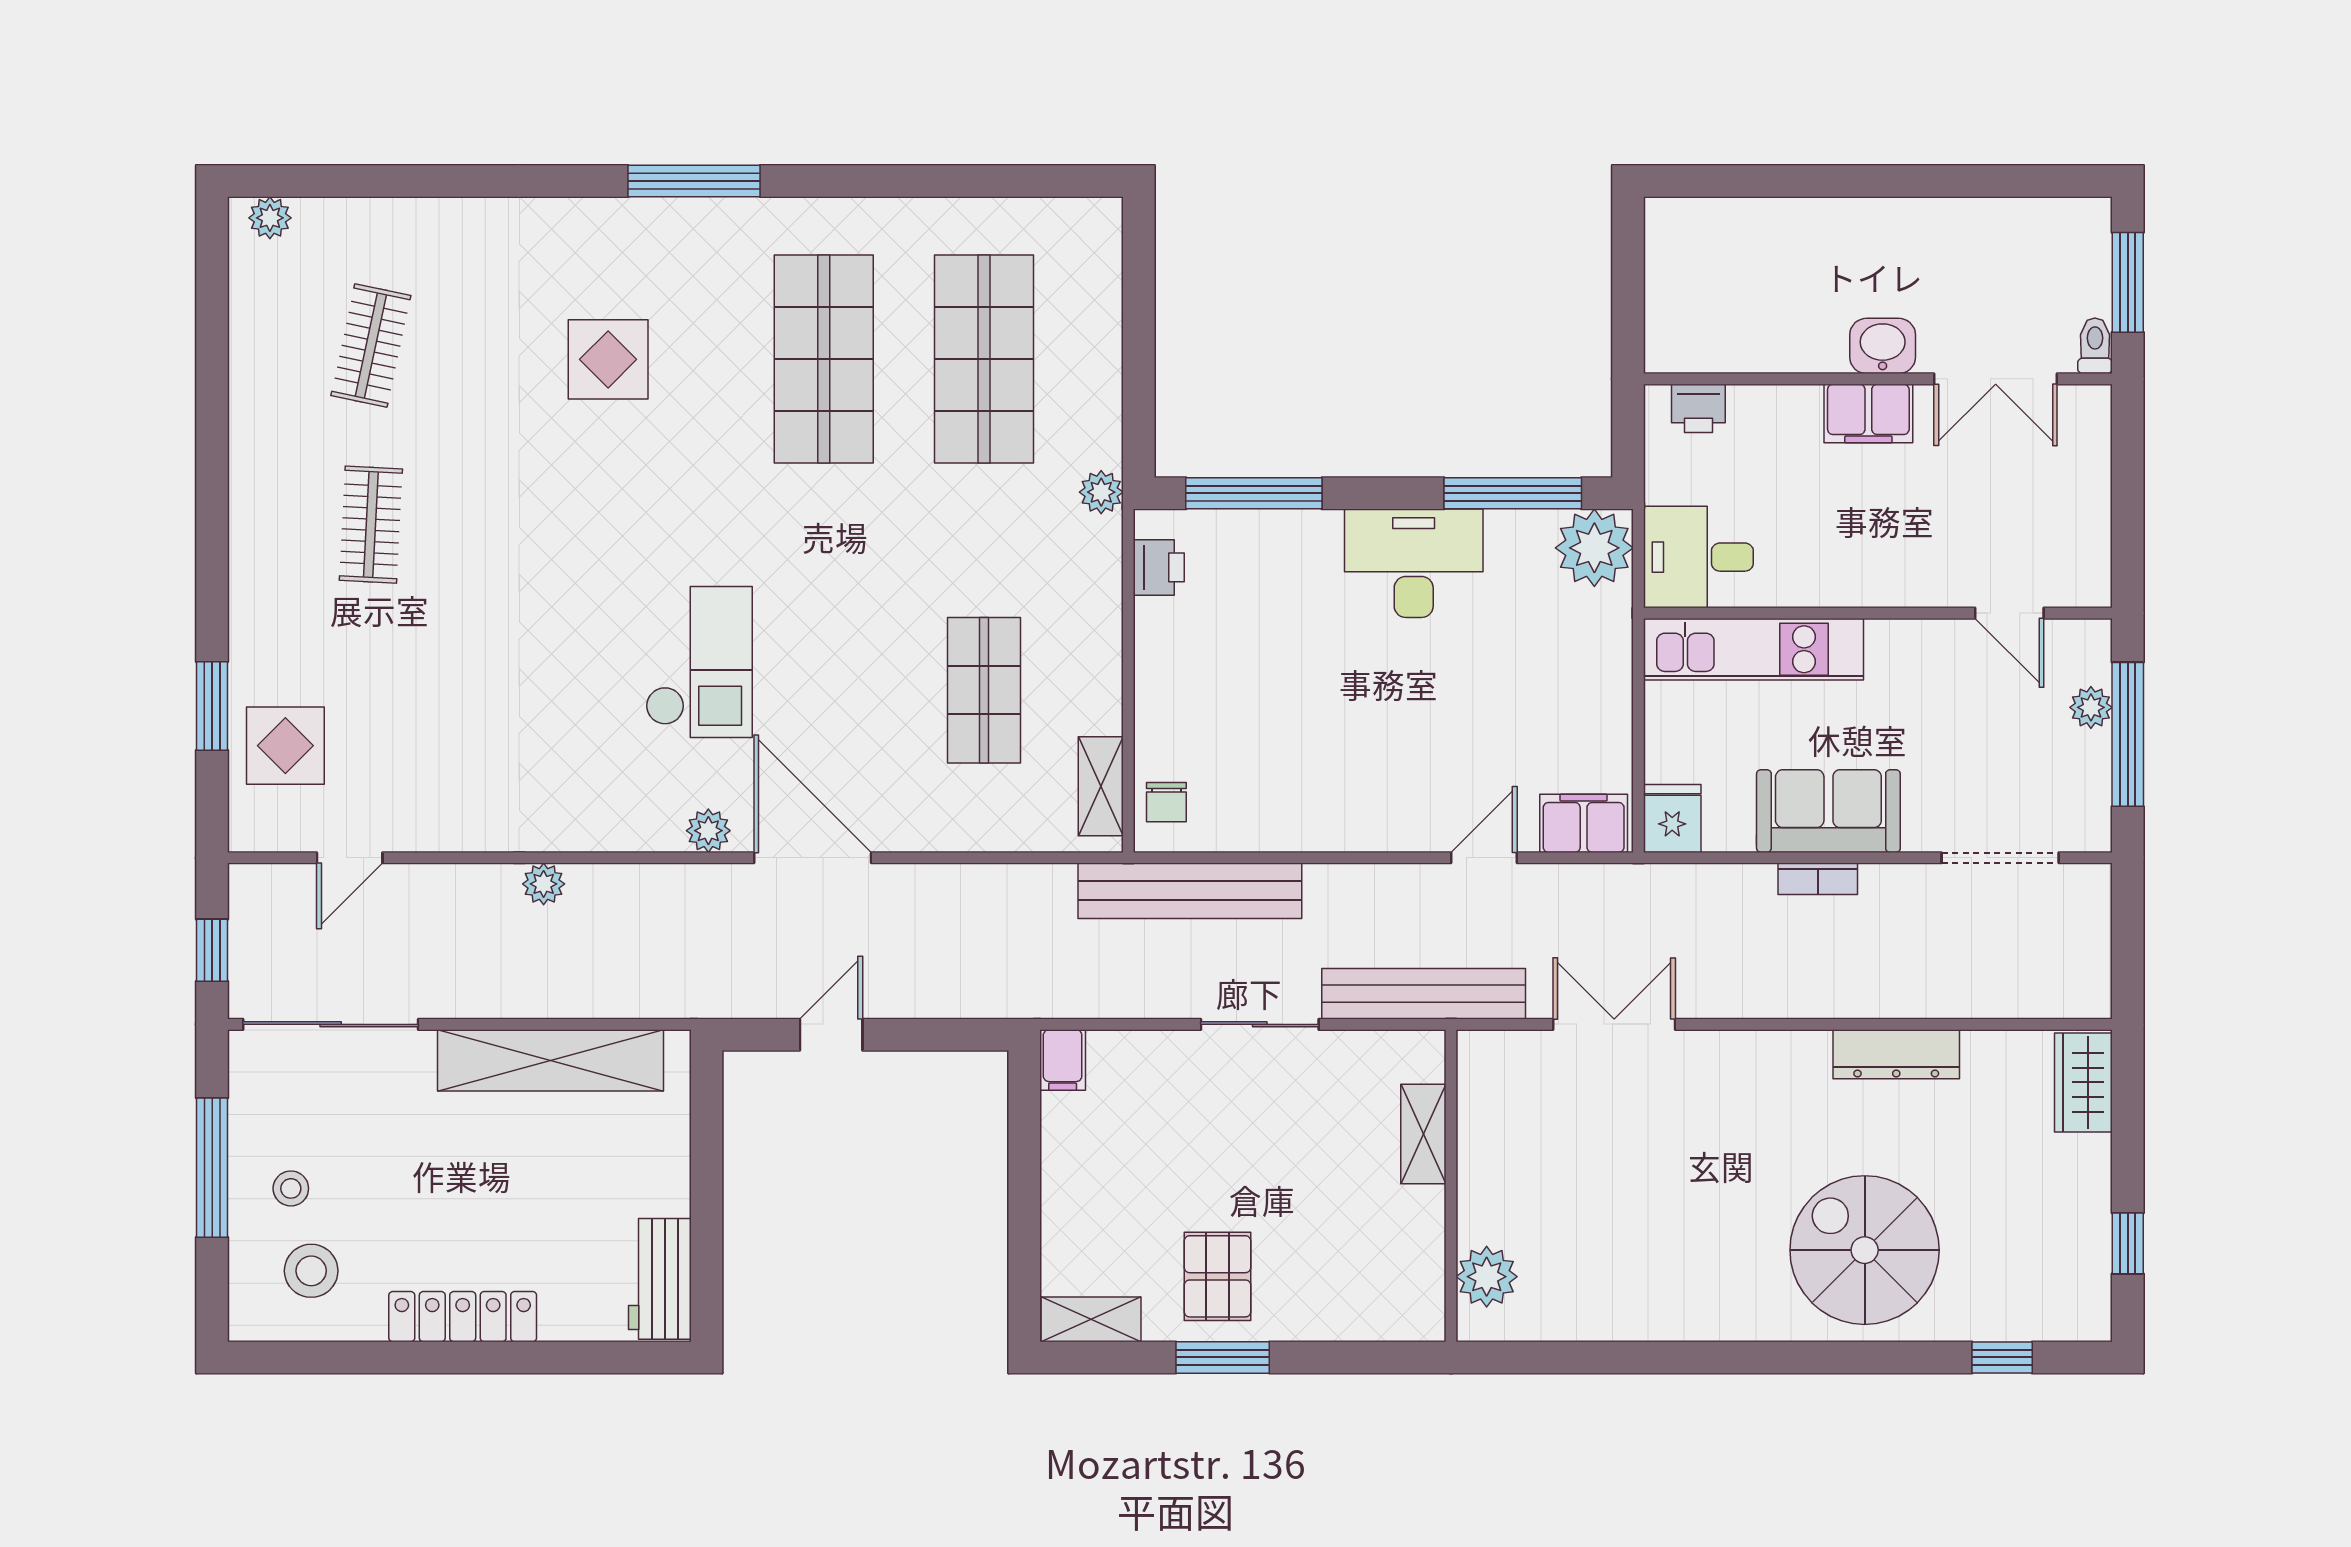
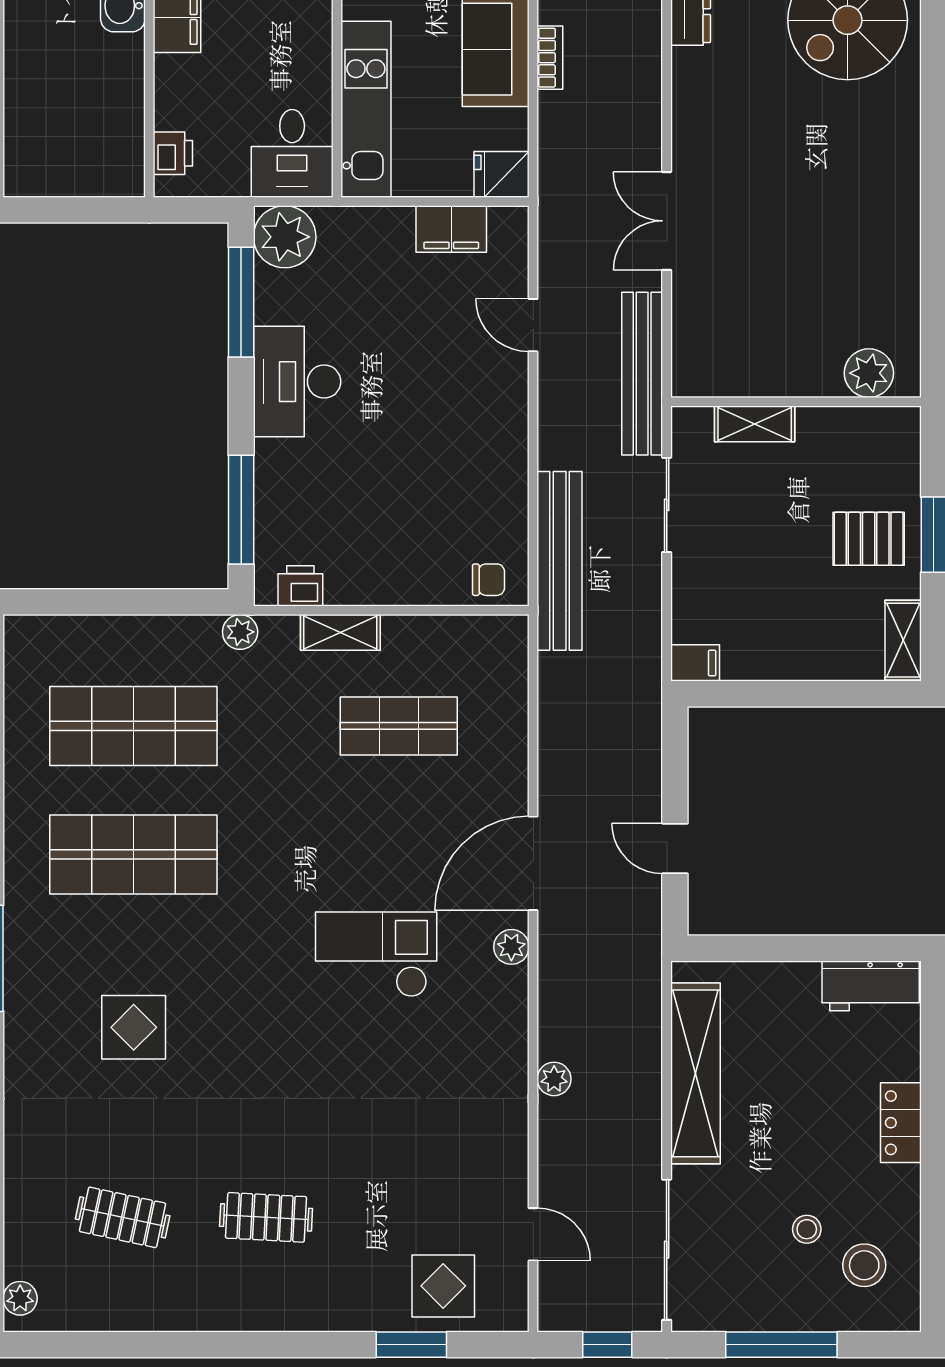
shelving: (1101, 786) -> (340, 632), moved
filing cabinet: (1584, 823) -> (451, 229), moved, turned -90
shelving: (1423, 1134) -> (755, 424), moved
wall: (1451, 1186) -> (796, 402), moved
stool: (291, 1188) -> (807, 1229), moved
plant: (1487, 1277) -> (869, 373), moved
locker: (463, 1317) -> (901, 1123), width x0.66

